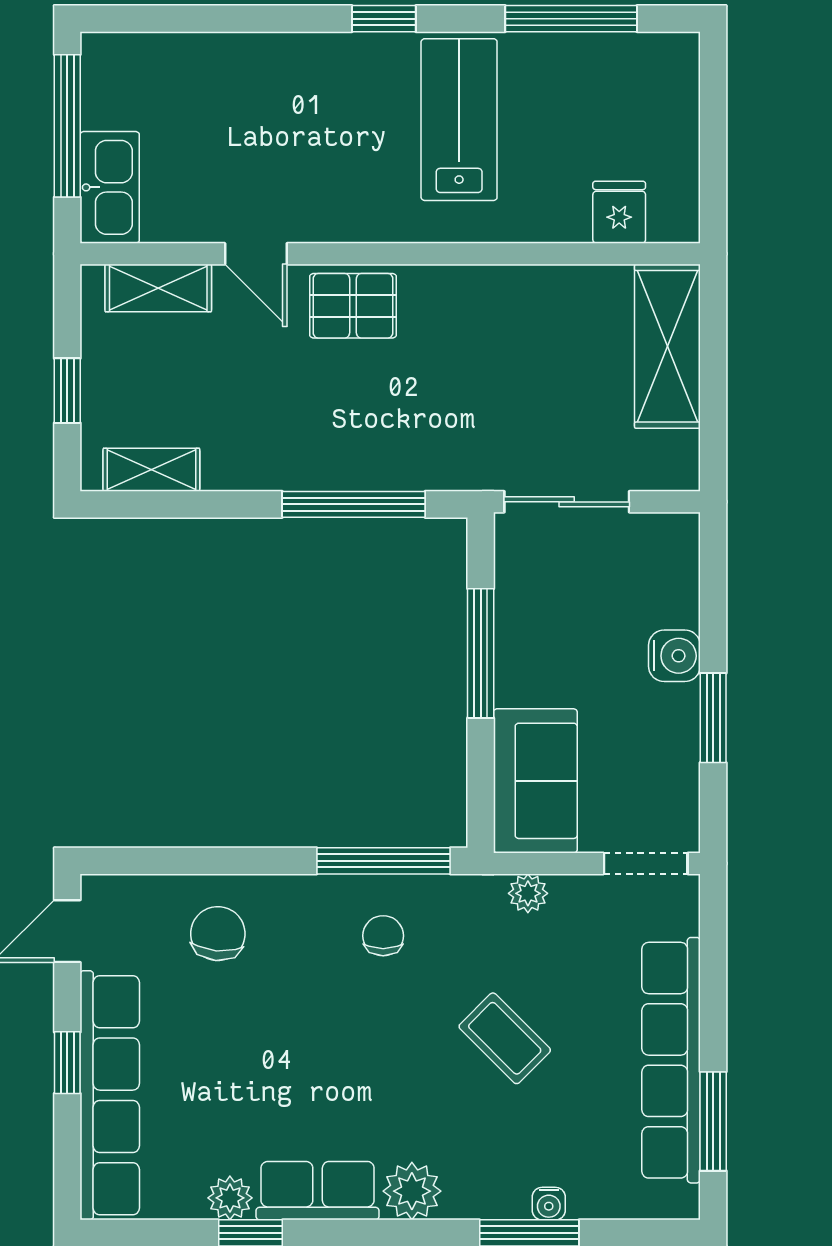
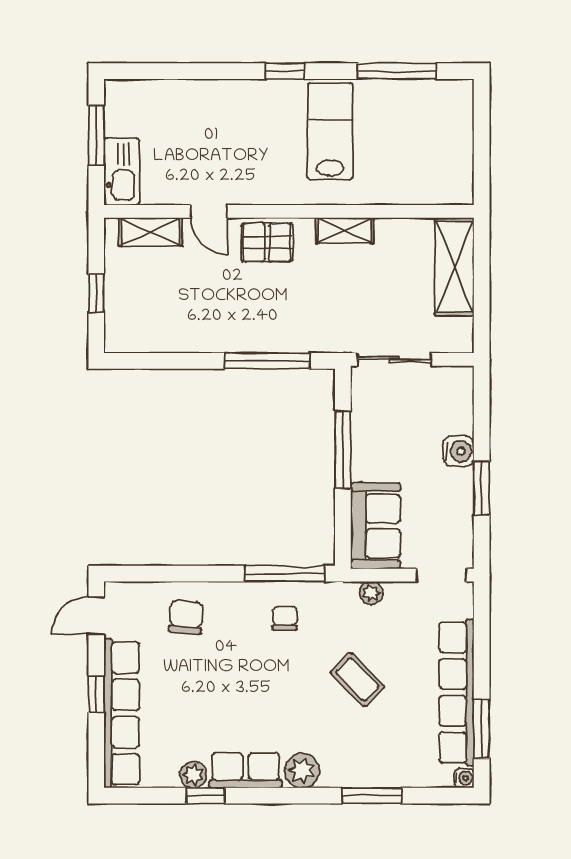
window: (67, 126) -> (96, 135), width x0.69
fridge: (619, 212) -> (426, 187), removed
shelving: (151, 470) -> (345, 230), moved
water cooler: (549, 1204) -> (464, 778), moved, turned -90

